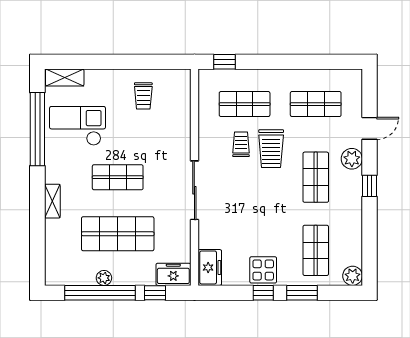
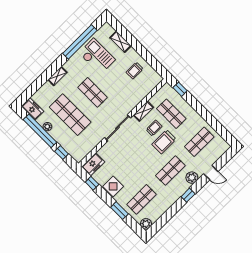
shelving: (65, 78) -> (120, 42), moved
shop shelf: (316, 104) -> (199, 142), turned 90
shelving: (206, 136) -> (143, 111), added
freezer: (173, 274) -> (33, 109), moved
window: (263, 293) -> (92, 183), moved

